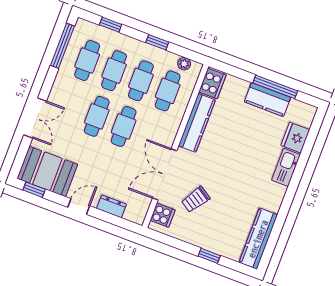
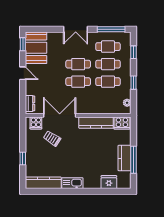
cafe table: (168, 91) -> (108, 99), removed
double door: (35, 118) -> (76, 29), moved
kitchen sink: (286, 167) -> (72, 183), moved
dresser: (111, 206) -> (30, 103), moved

